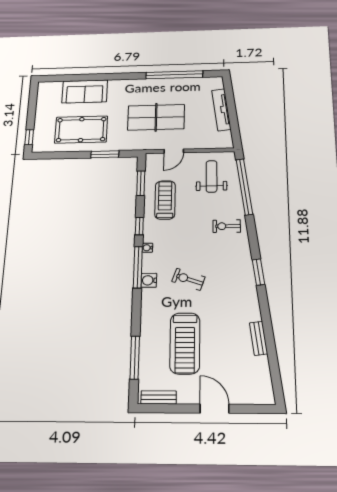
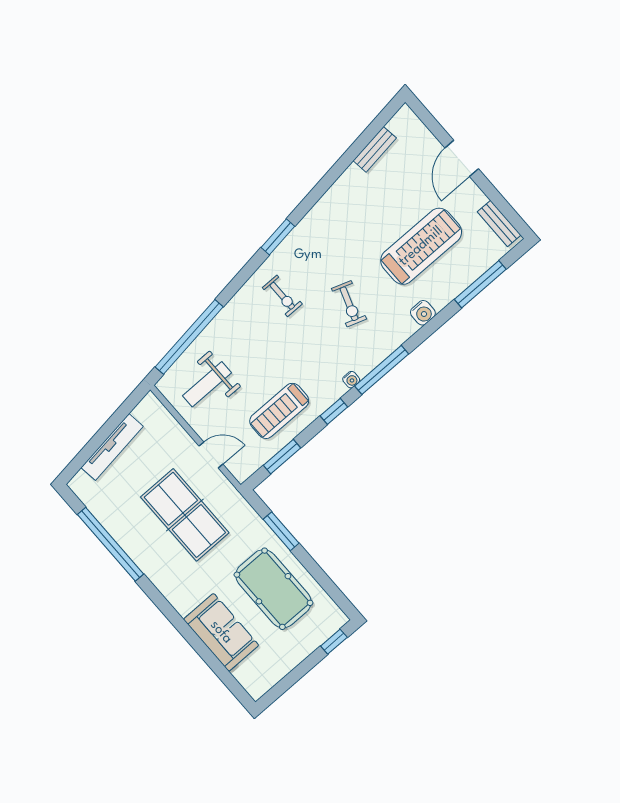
exercise bike: (227, 226) -> (282, 296), moved
water cooler: (149, 280) -> (423, 313), moved
bench: (259, 338) -> (375, 149), moved

